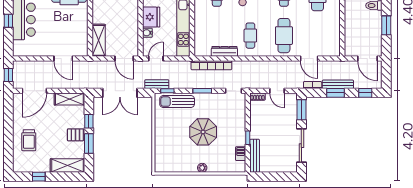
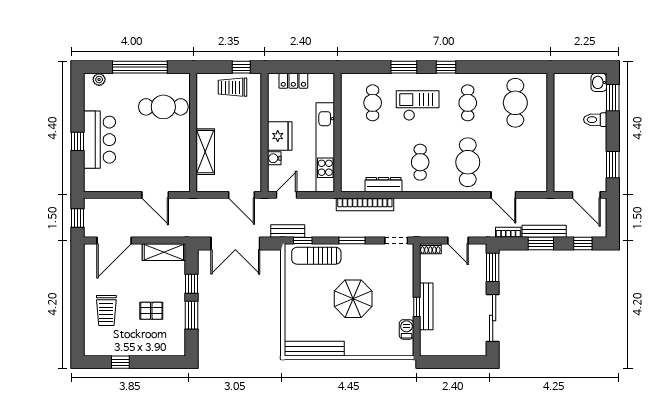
window: (386, 25) -> (613, 165), moved
shelving: (99, 40) -> (205, 152), moved
pallet: (75, 135) -> (151, 311), moved
bench: (255, 156) -> (426, 306), moved
shelving: (68, 166) -> (161, 346), removed
bench: (176, 167) -> (314, 349), added
plant: (202, 168) -> (352, 350), removed

